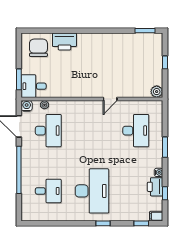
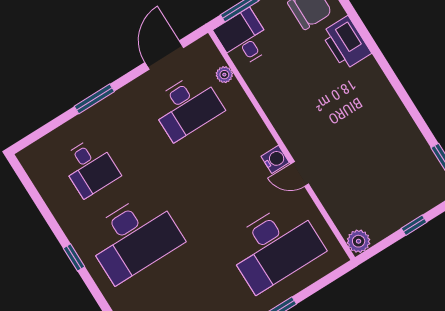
water cooler: (27, 106) -> (275, 159), moved
desk: (136, 131) -> (275, 247), width x1.36, depth x1.30
window: (19, 170) -> (94, 99), width x0.47
window: (103, 223) -> (74, 257), moved

